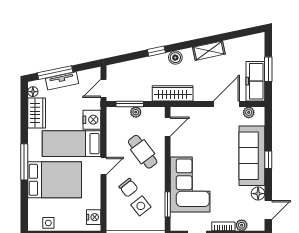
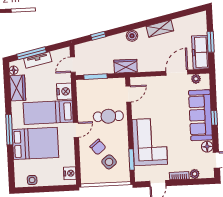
window: (156, 51) -> (98, 36), moved
wardrobe: (173, 93) -> (126, 66), width x0.67
plant: (136, 112) -> (101, 83), removed
cafe table: (143, 152) -> (108, 116), turned -53

